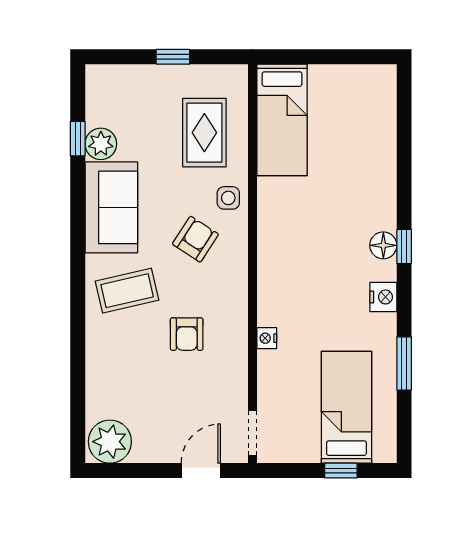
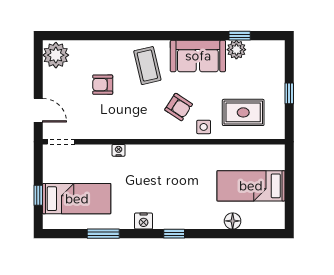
bed: (282, 120) -> (251, 186), moved
floor lamp: (383, 245) -> (233, 221), moved
armchair: (187, 334) -> (103, 85), moved

